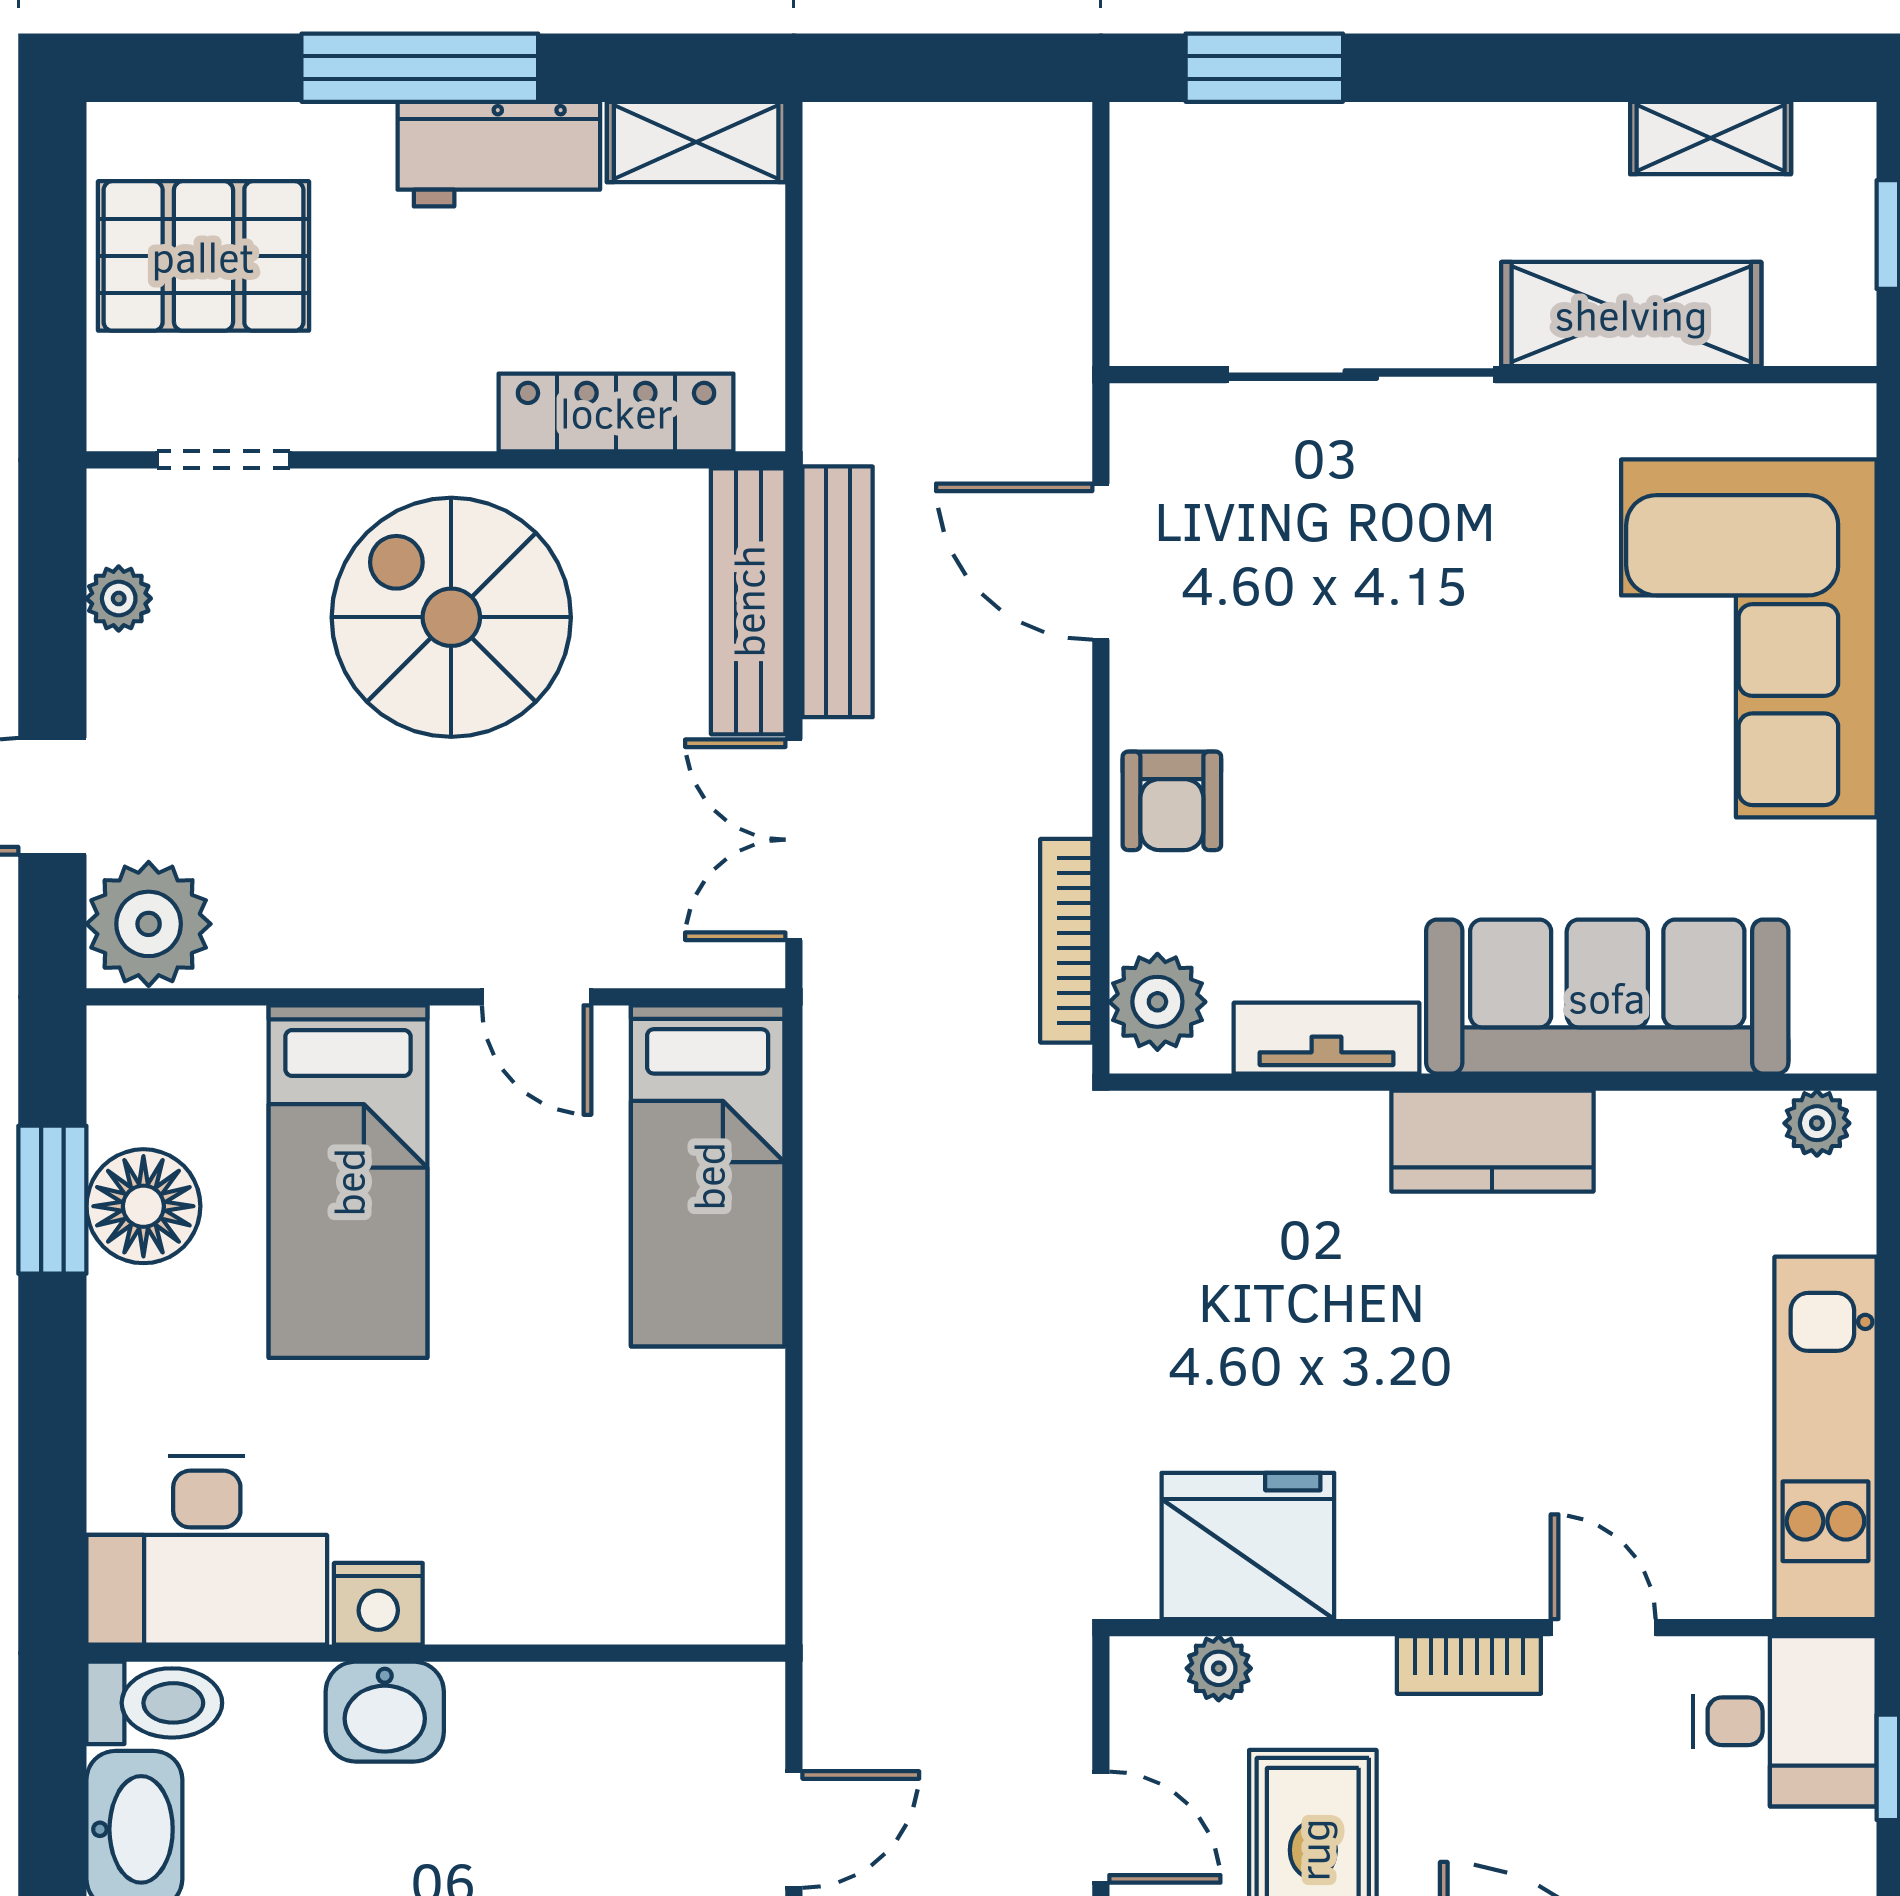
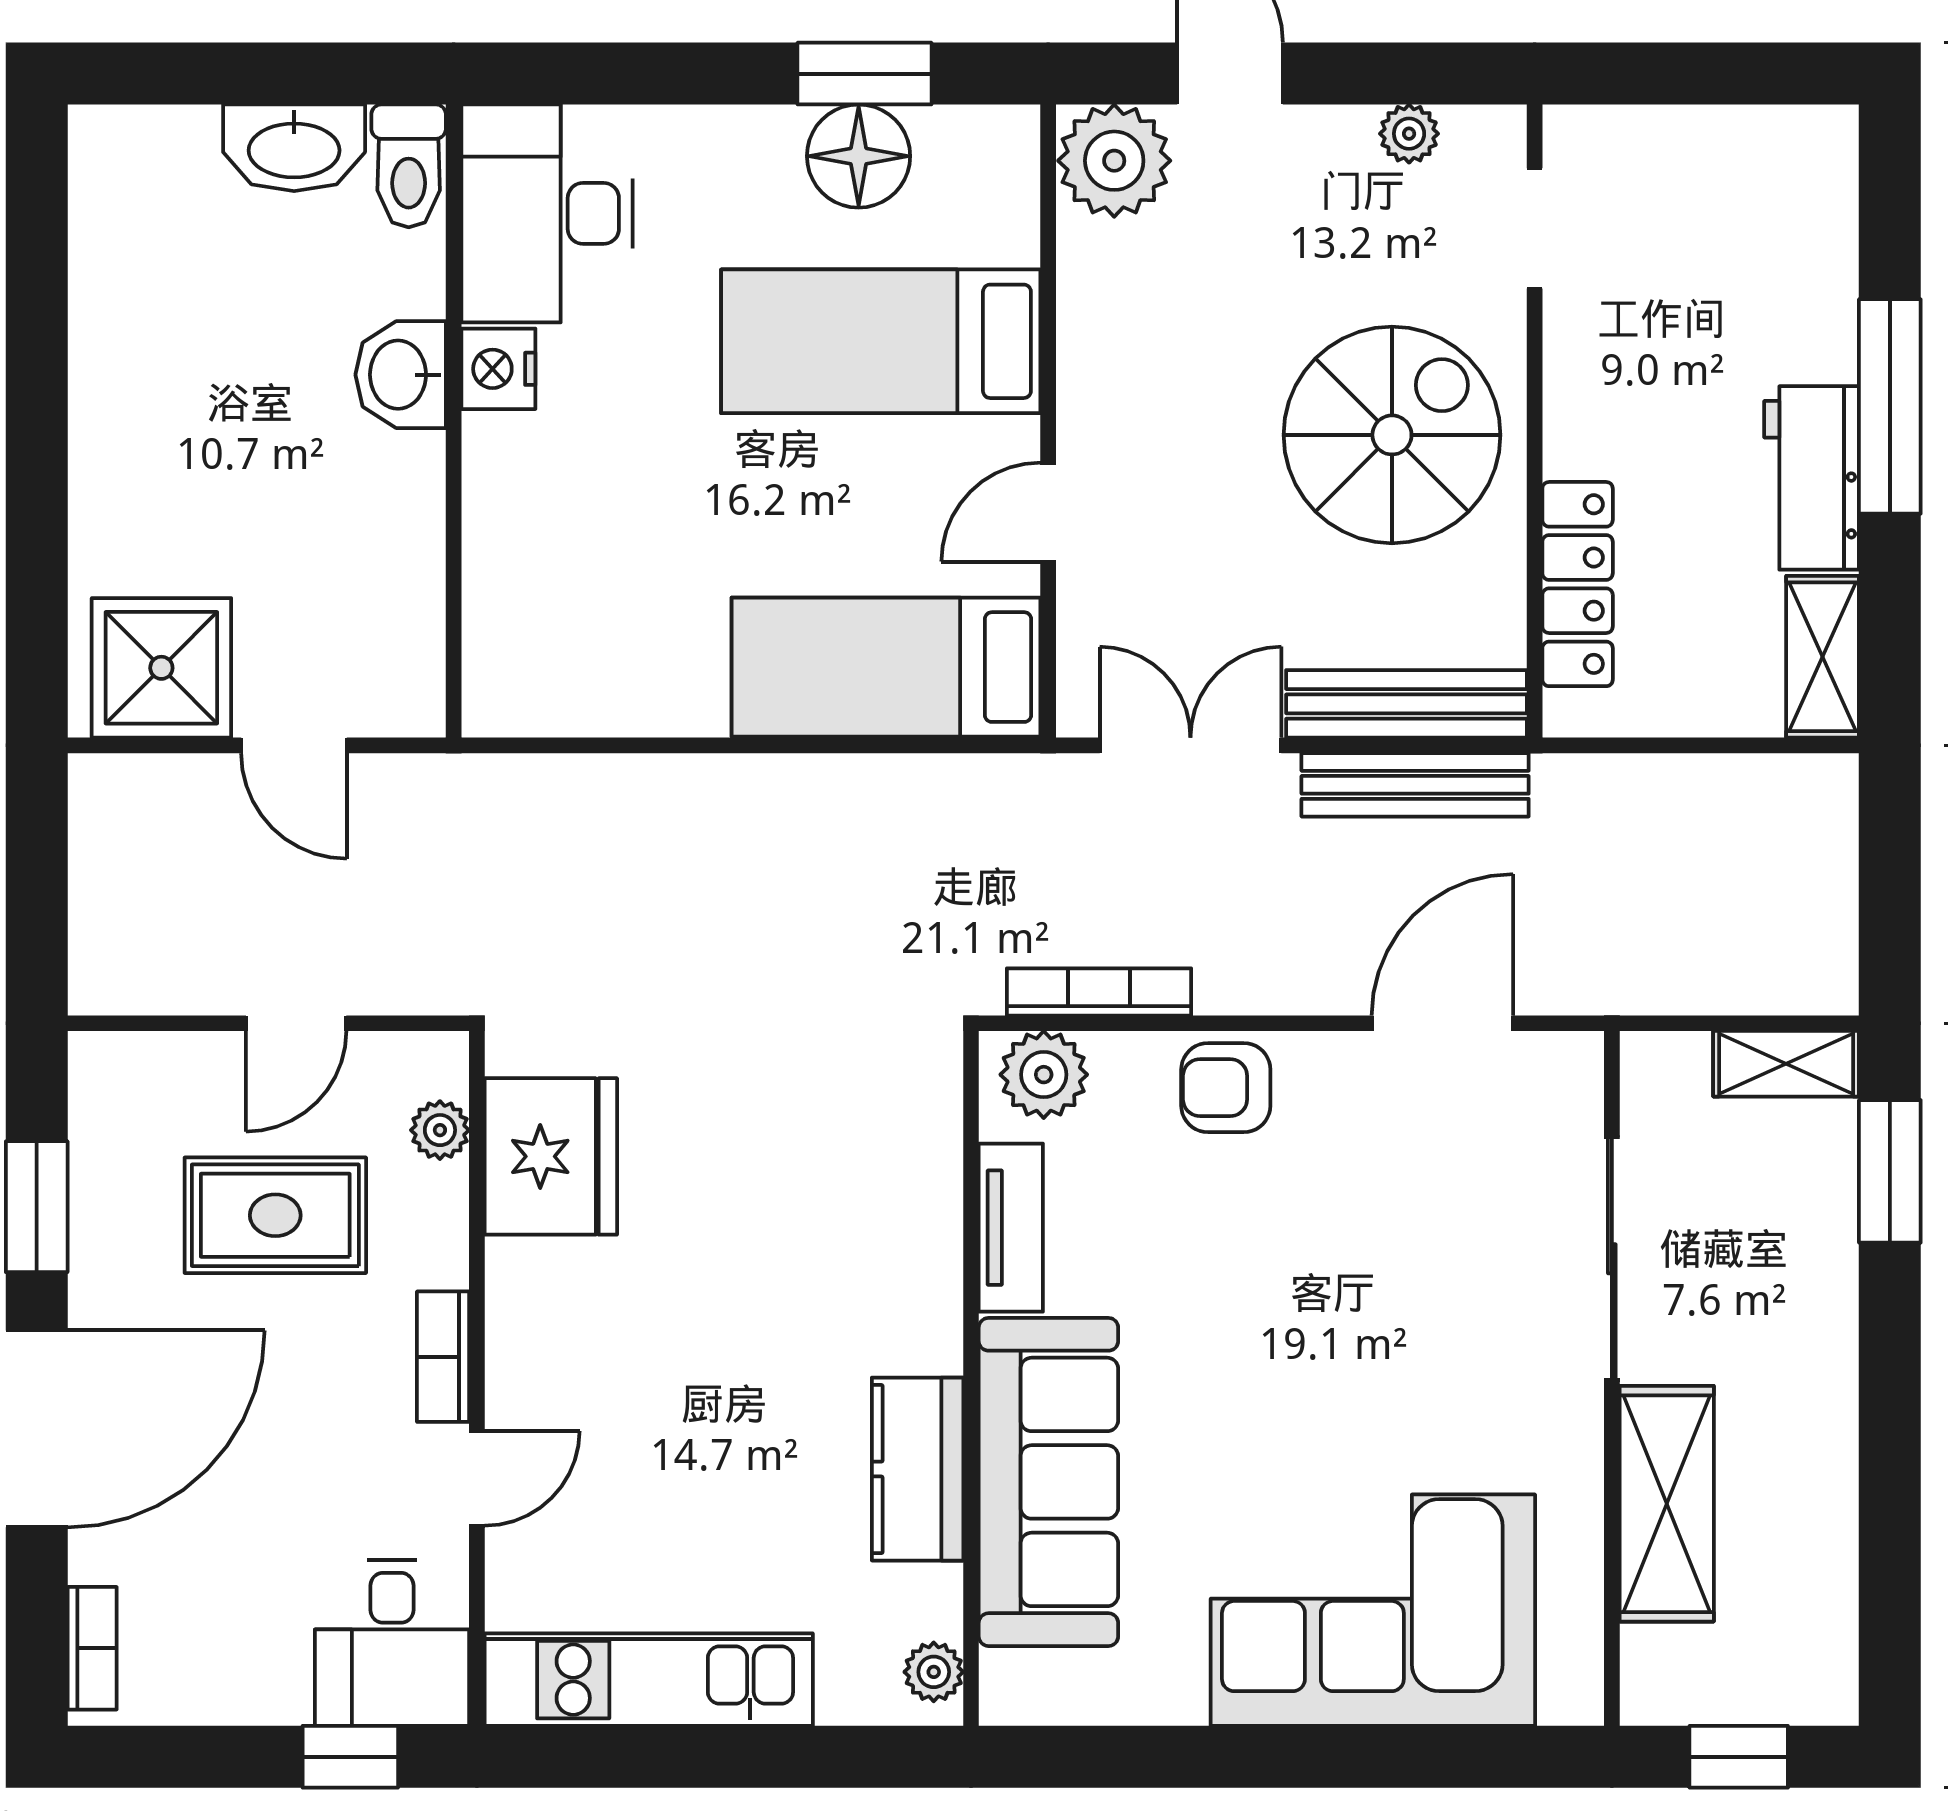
shelving: (1711, 138) -> (1786, 1064), moved, turned 90
pallet: (203, 256) -> (1719, 210), removed
kitchen counter: (1492, 1141) -> (918, 1469), moved

